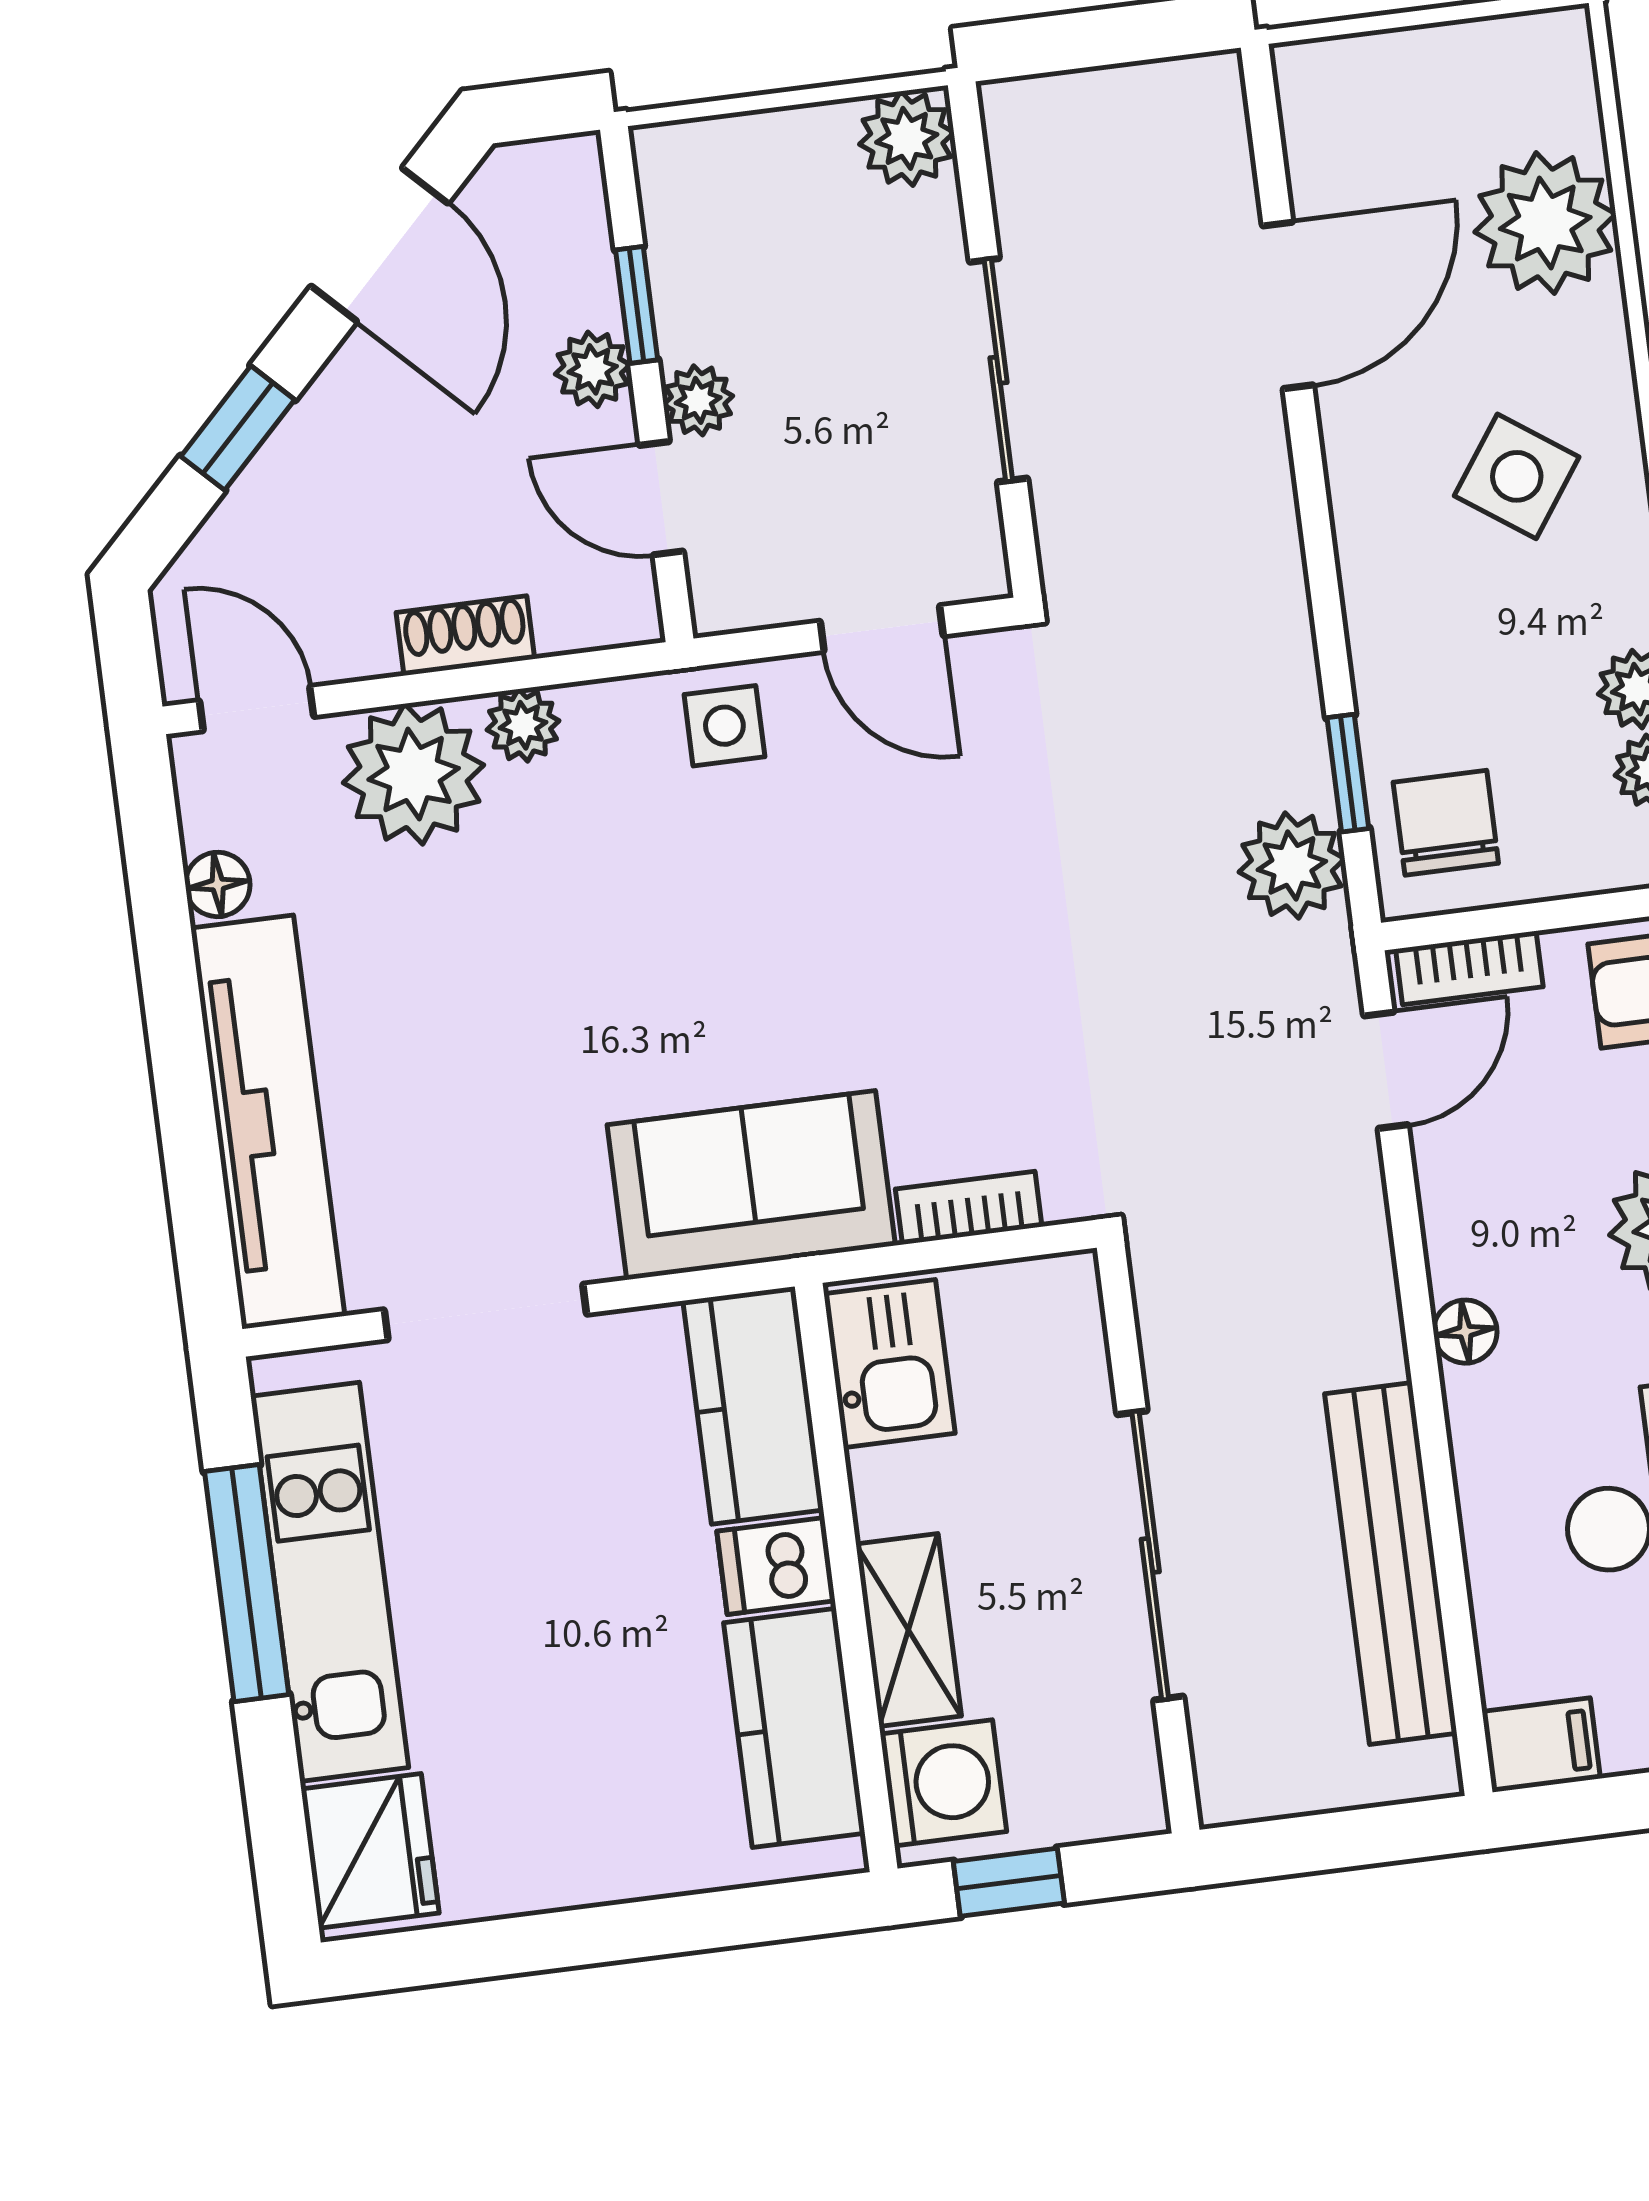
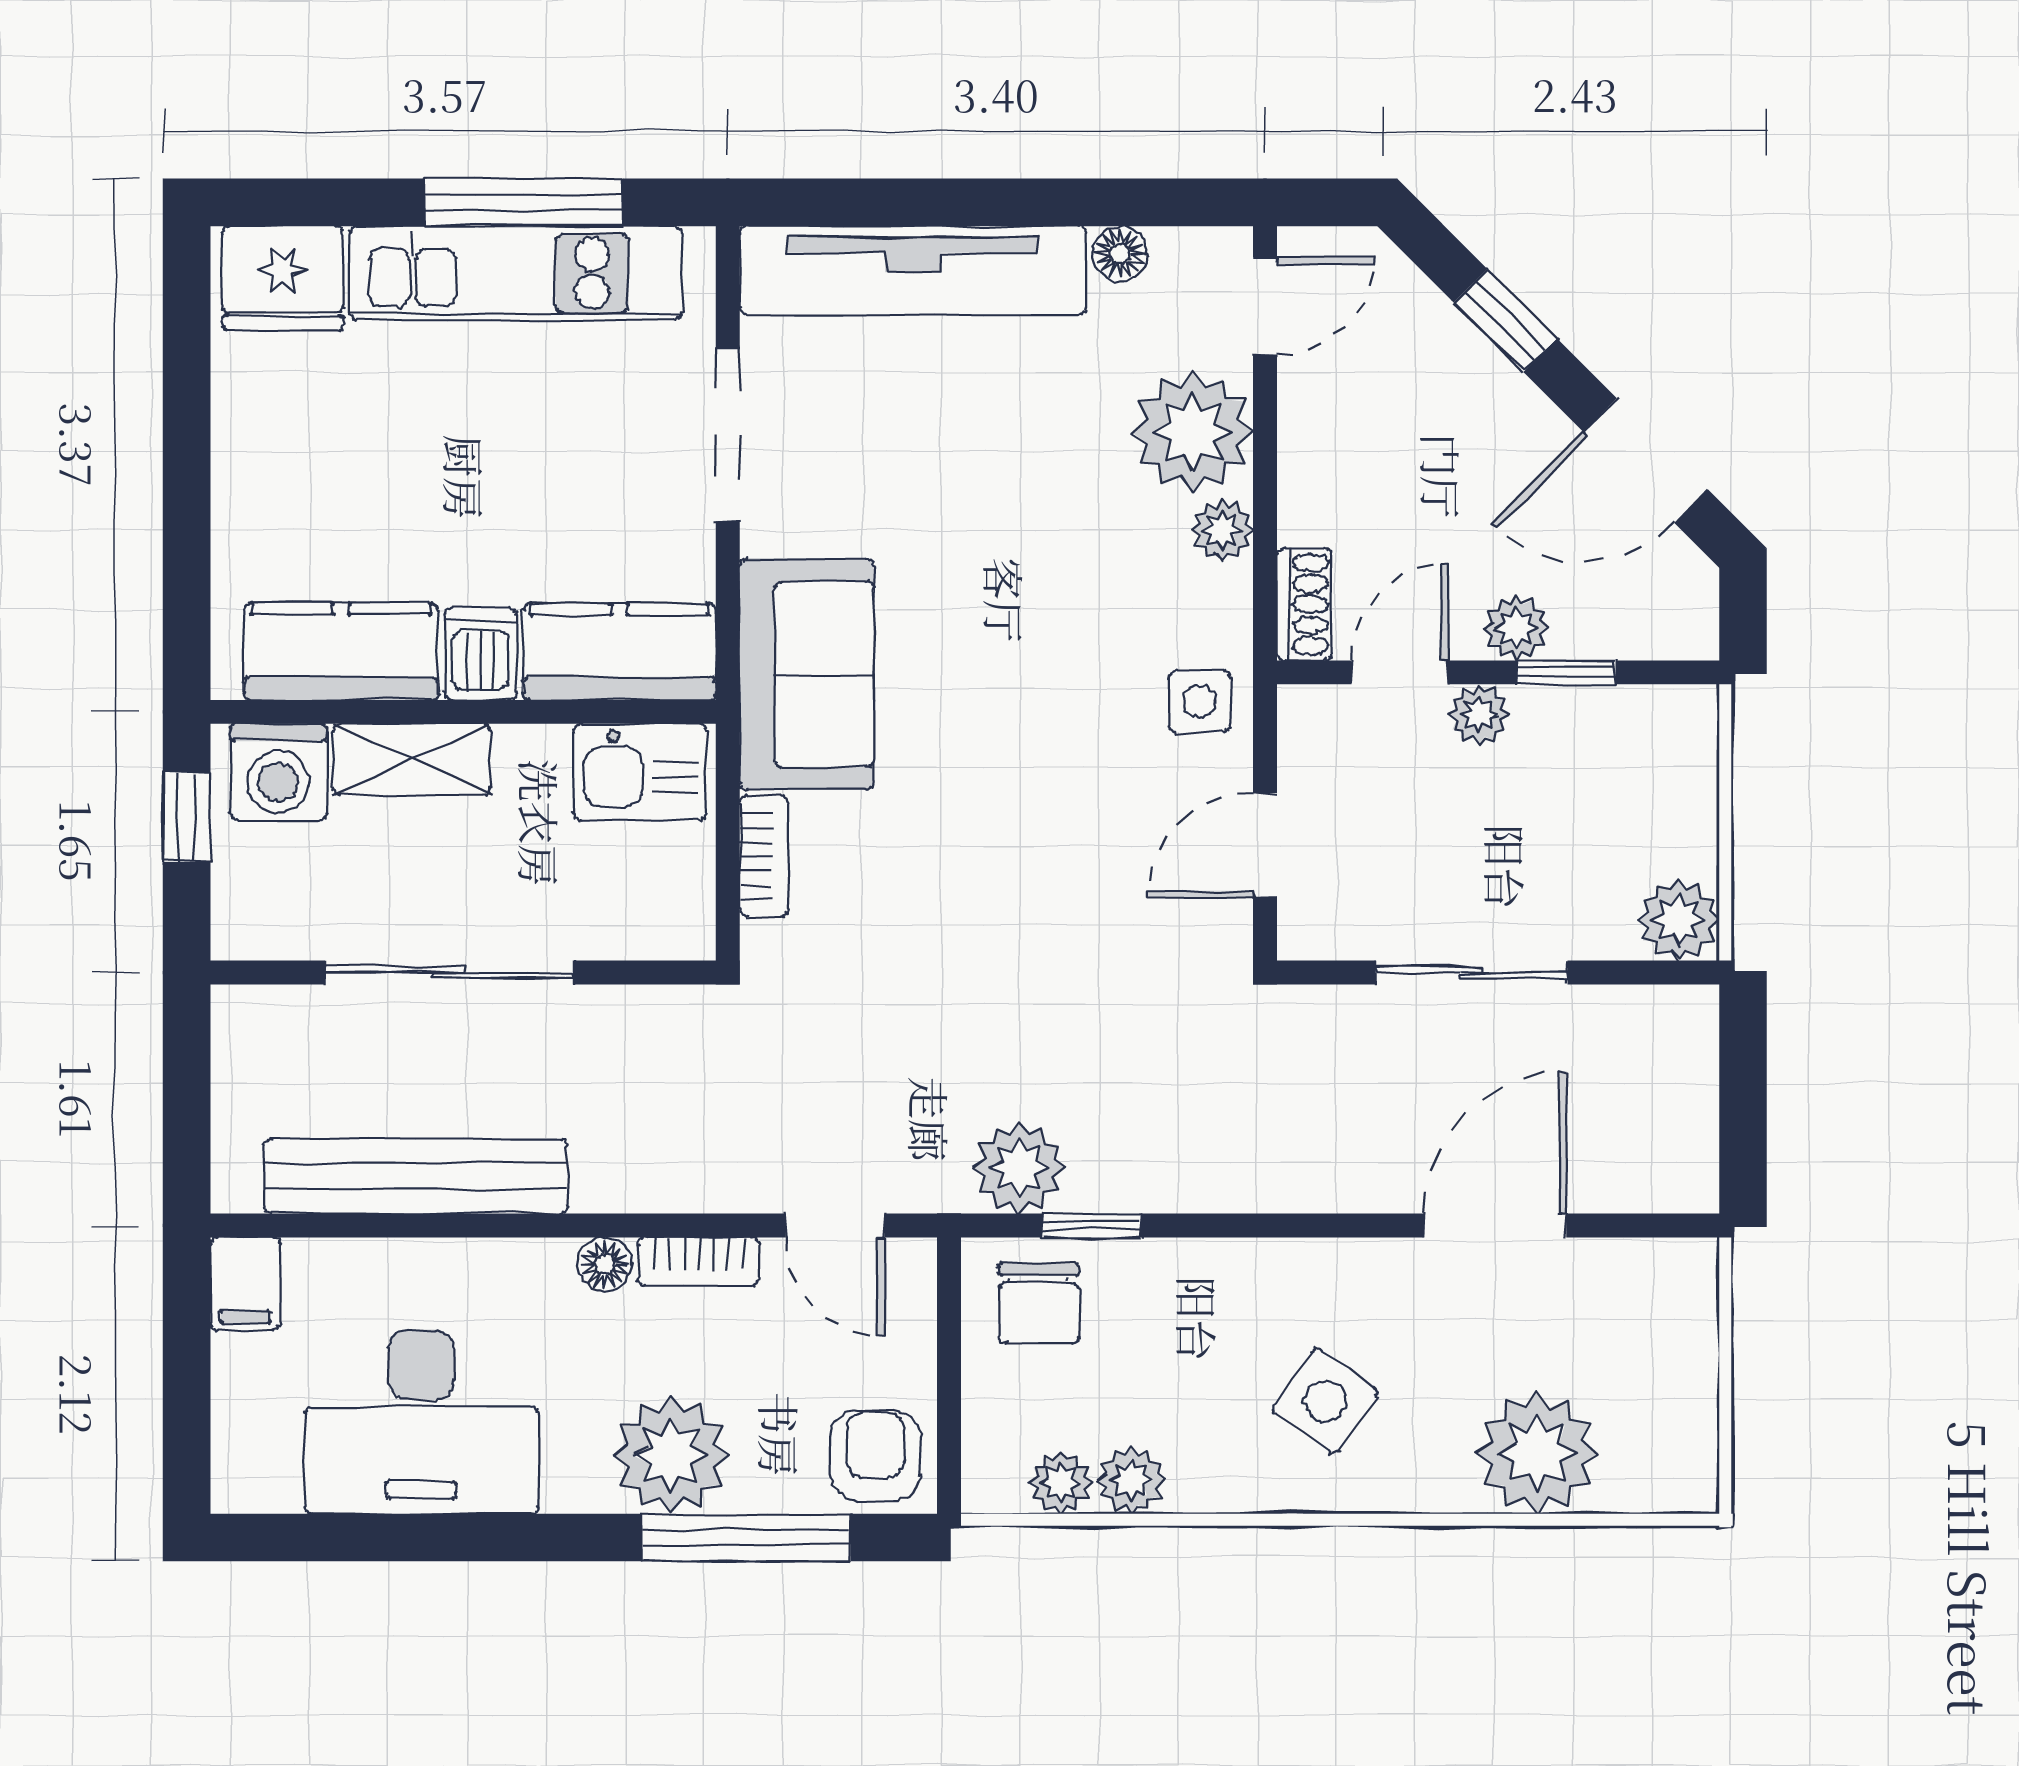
door: (1288, 305) -> (1495, 1225), swing flipped
shoe rack: (465, 636) -> (1304, 604), moved
chair: (1446, 823) -> (1039, 1303), turned 90
bookcase: (1469, 968) -> (699, 1261), moved, turned -90

